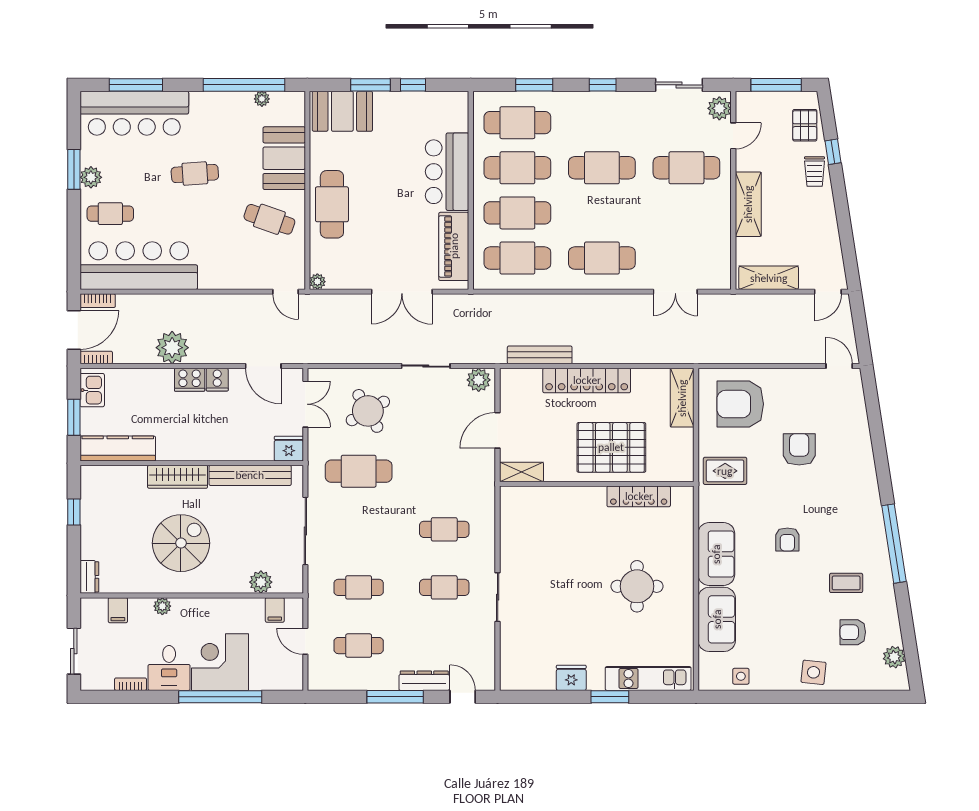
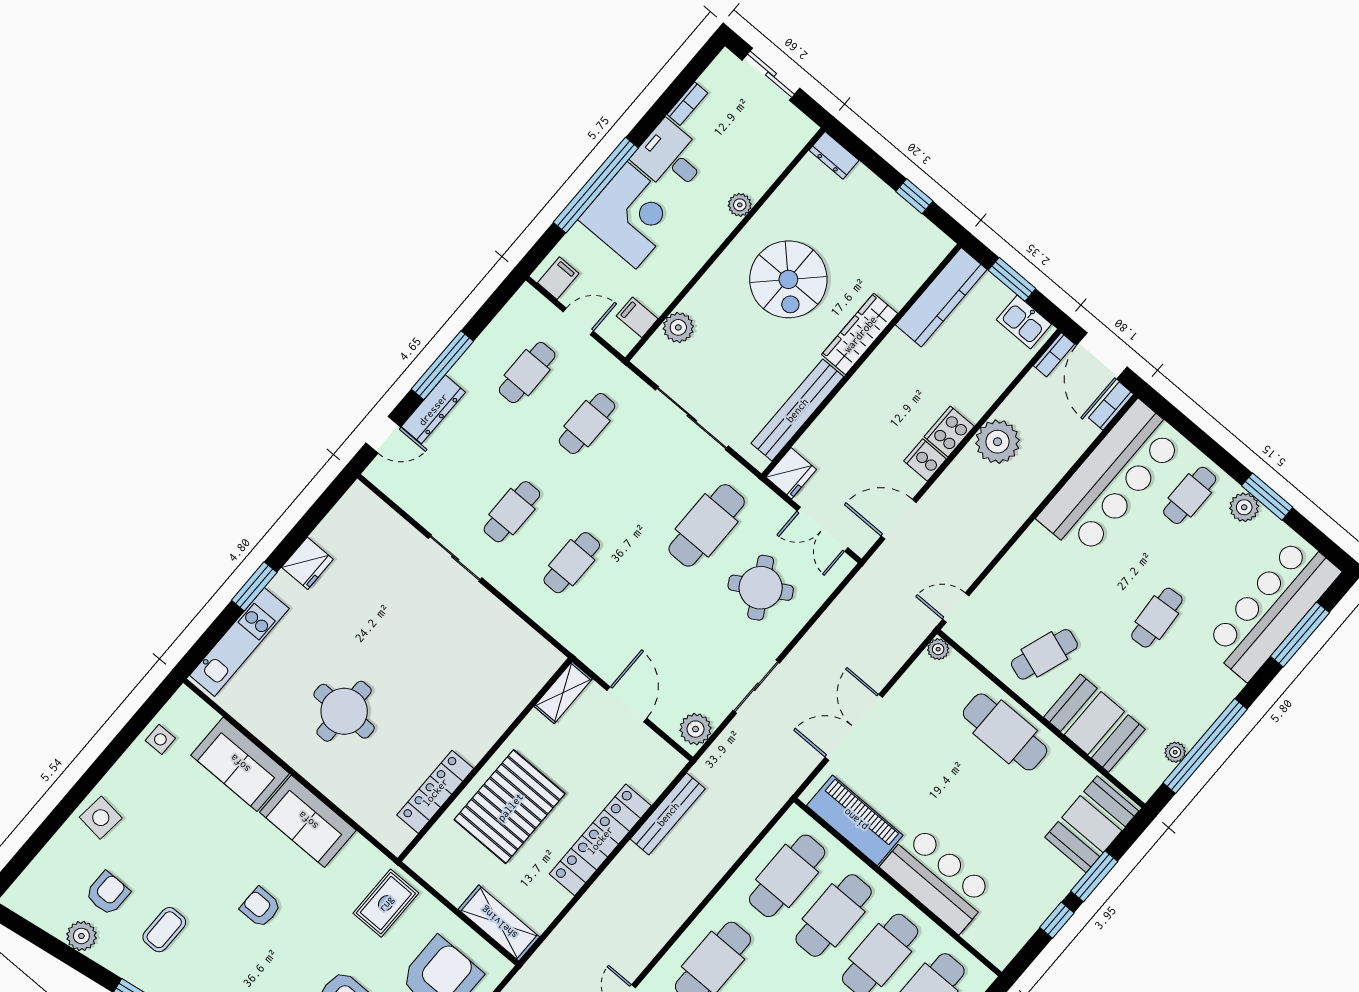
filing cabinet: (118, 610) -> (558, 278), moved, turned 90
plant: (894, 657) -> (81, 936), moved

